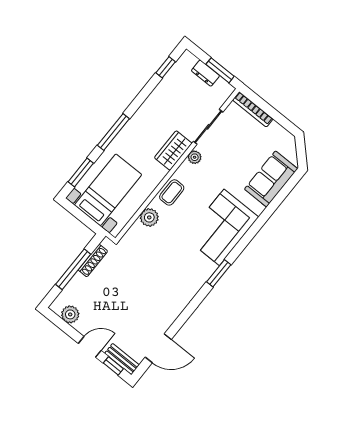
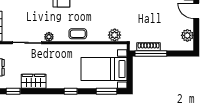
window: (113, 132) -> (71, 91), width x0.46
wardrobe: (173, 150) -> (34, 81), moved, turned 180
plant: (149, 217) -> (115, 35), moved
window: (73, 269) -> (151, 53), moved

